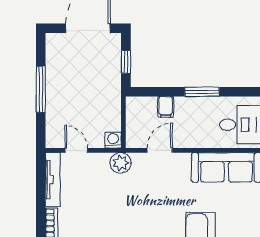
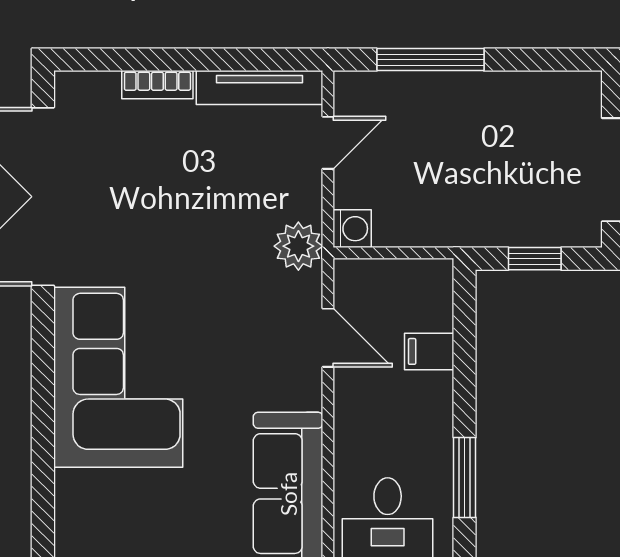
window: (41, 89) -> (430, 60), moved
window: (202, 92) -> (465, 478), moved

